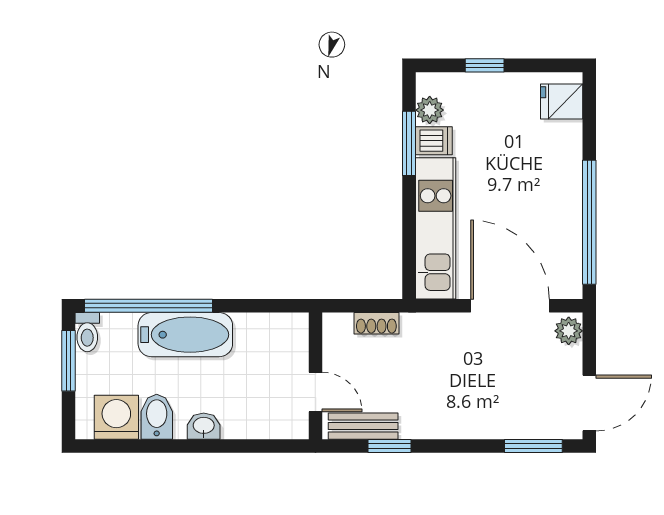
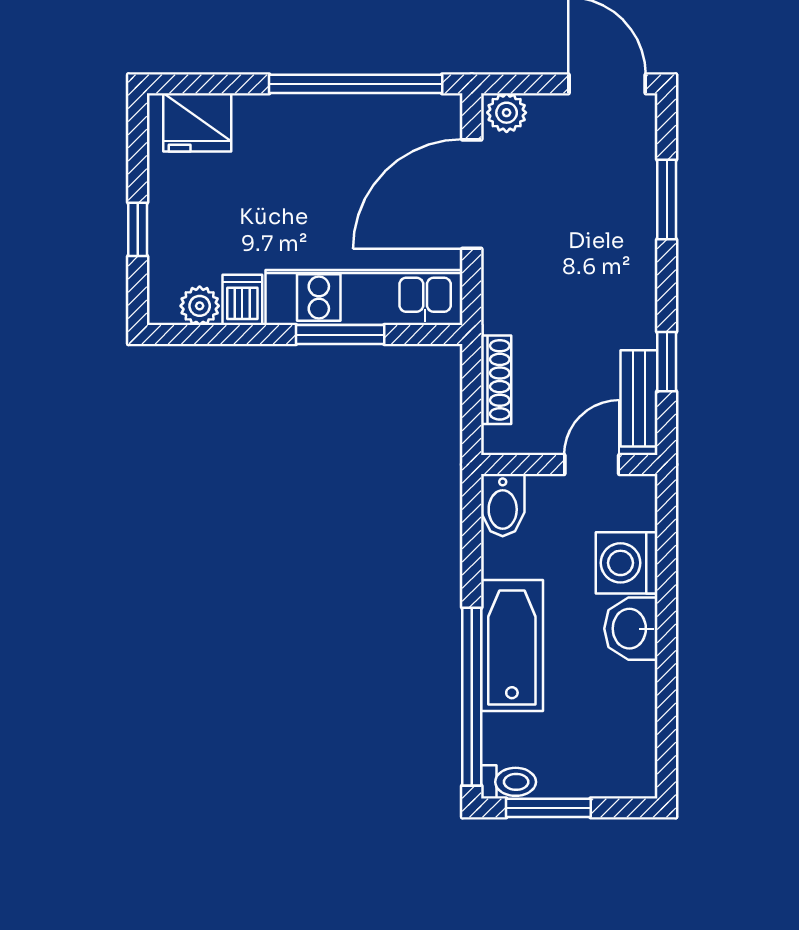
fridge: (562, 102) -> (197, 122), width x1.38
window: (409, 143) -> (340, 335), moved
shoe rack: (376, 323) -> (496, 380), width x1.43
washing machine: (116, 417) -> (627, 563), moved
bidet: (157, 417) -> (503, 505), moved, turned -90
washbasin: (204, 426) -> (631, 629), width x1.38, depth x1.45
window: (533, 446) -> (667, 199), moved

